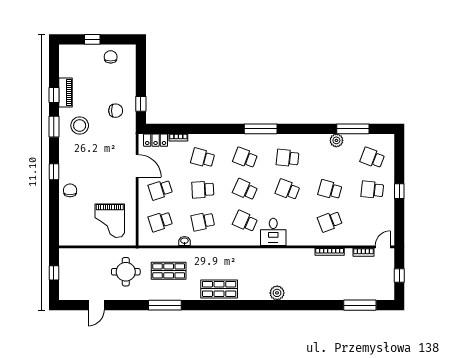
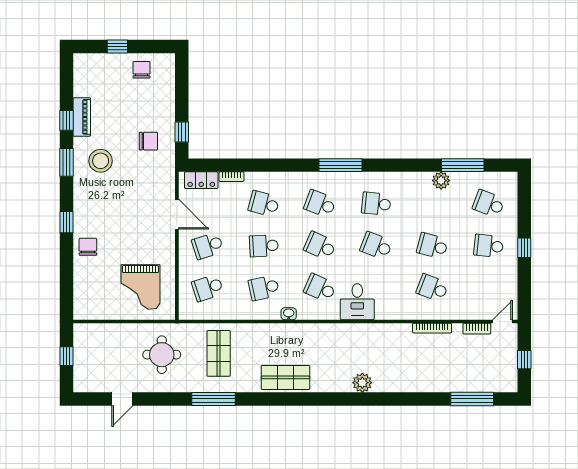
school desk: (330, 221) -> (432, 288), turned 42
washbasin: (184, 241) -> (289, 314), moved
shop shelf: (169, 271) -> (219, 353), turned 90

